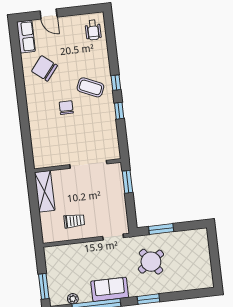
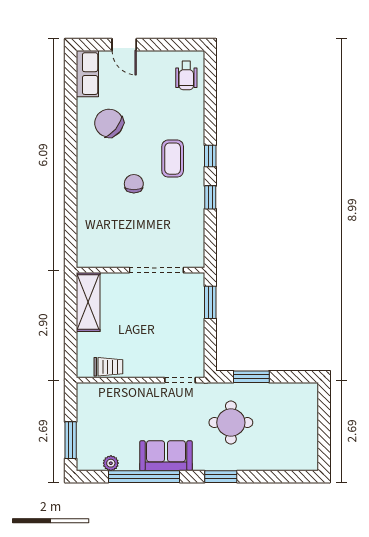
coffee table: (90, 87) -> (173, 159), turned 66
trolley: (74, 221) -> (108, 367), moved
round table: (151, 262) -> (231, 423), turned 35

